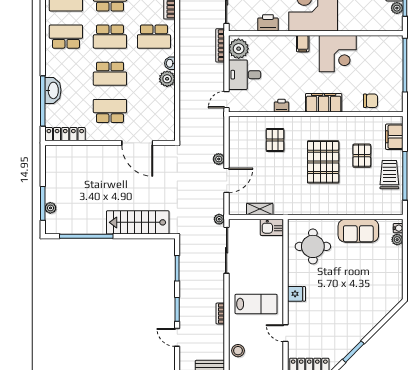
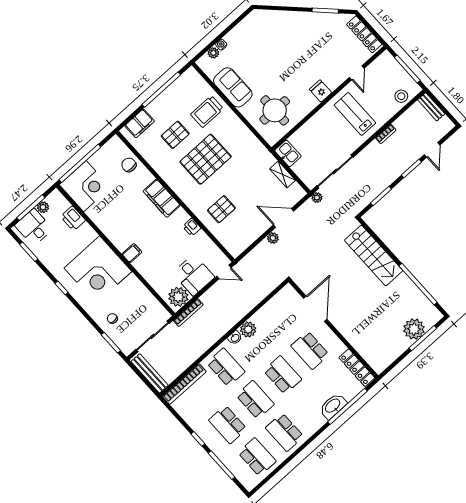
printer: (268, 23) -> (73, 218), moved
corner desk: (338, 54) -> (85, 186), moved, turned 90
trolley: (389, 175) -> (207, 112), moved
plant: (50, 208) -> (414, 329), width x1.88, depth x1.88
water cooler: (398, 228) -> (221, 45), moved

